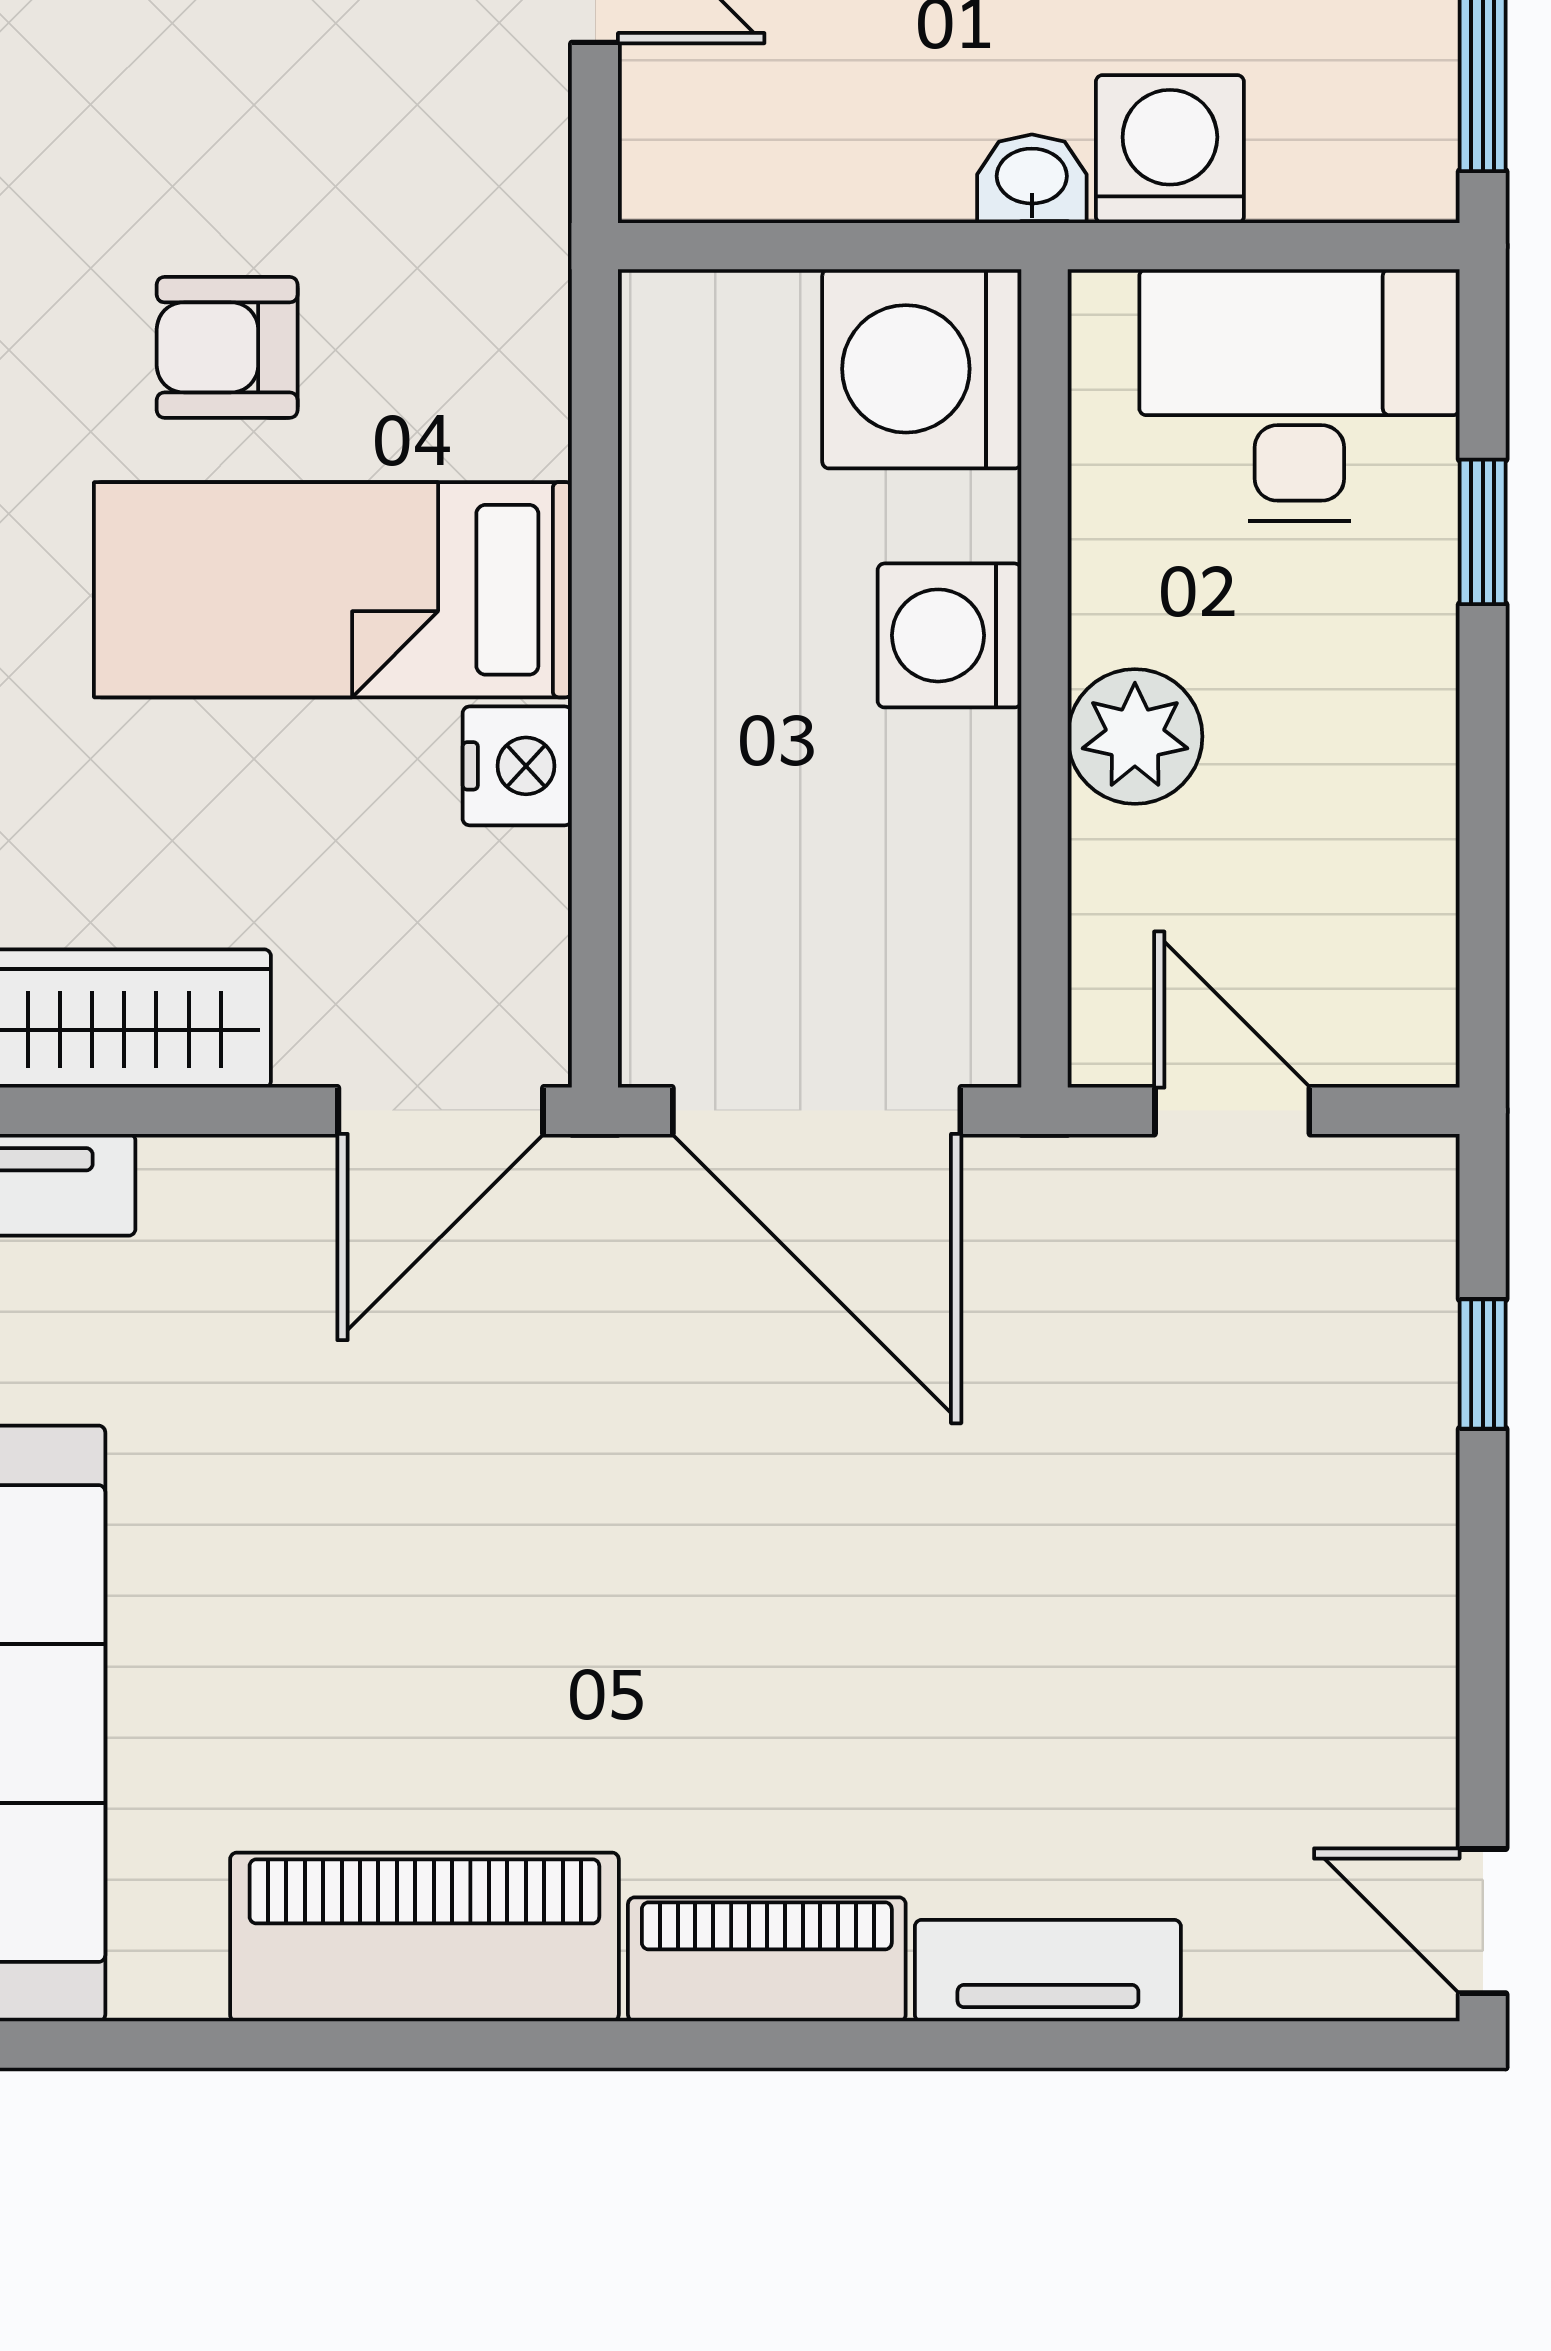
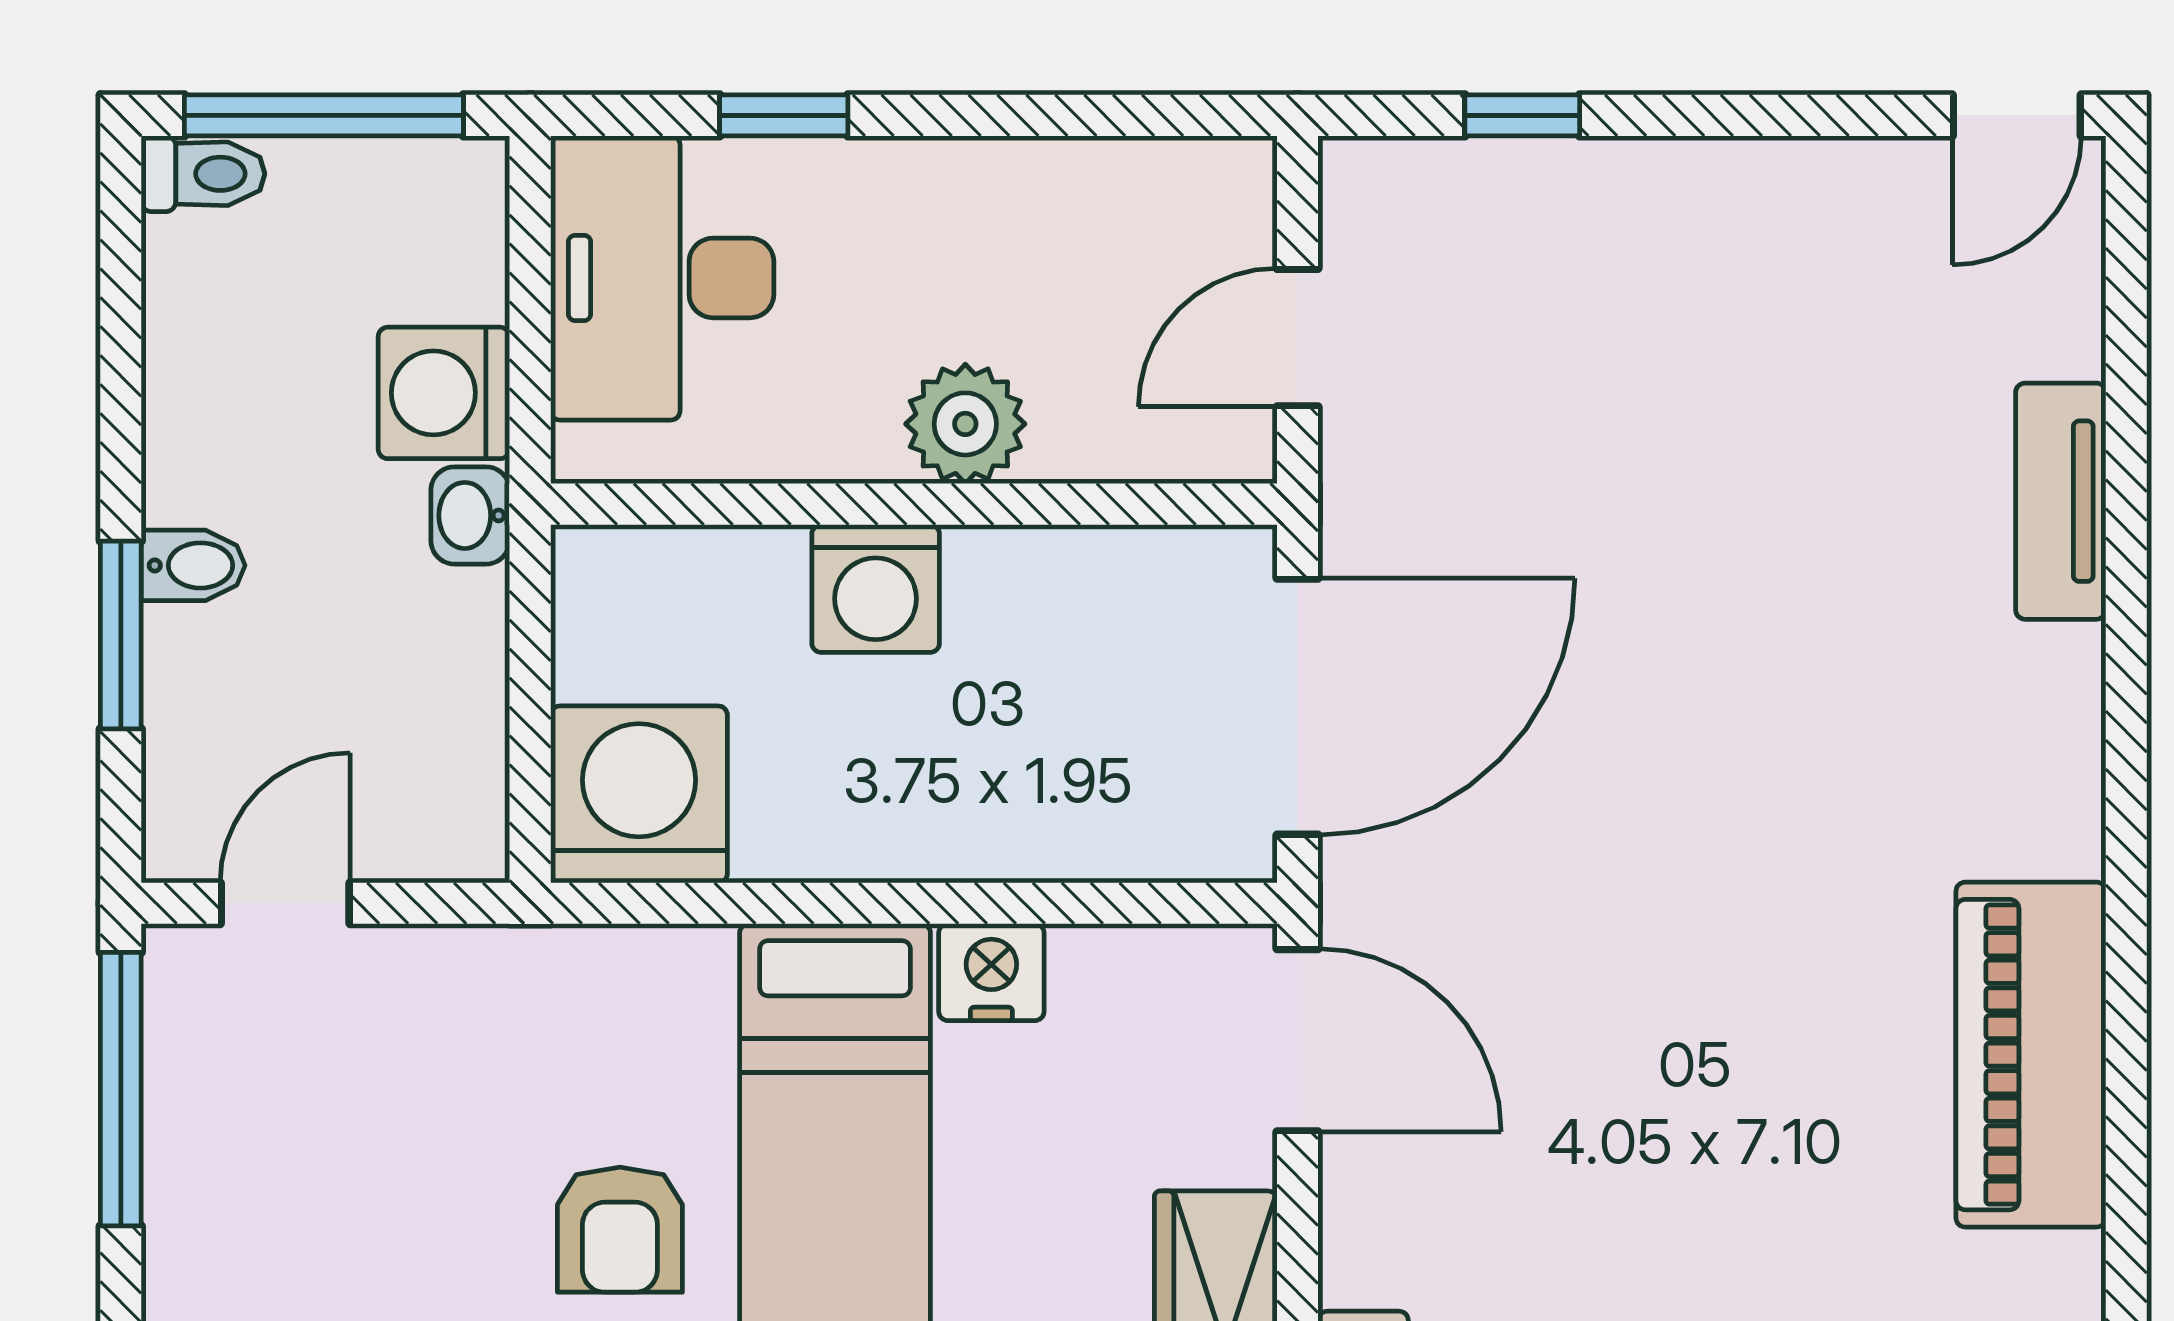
washing machine: (922, 369) -> (639, 794), moved, turned 180
piano: (767, 1959) -> (2051, 751), removed

